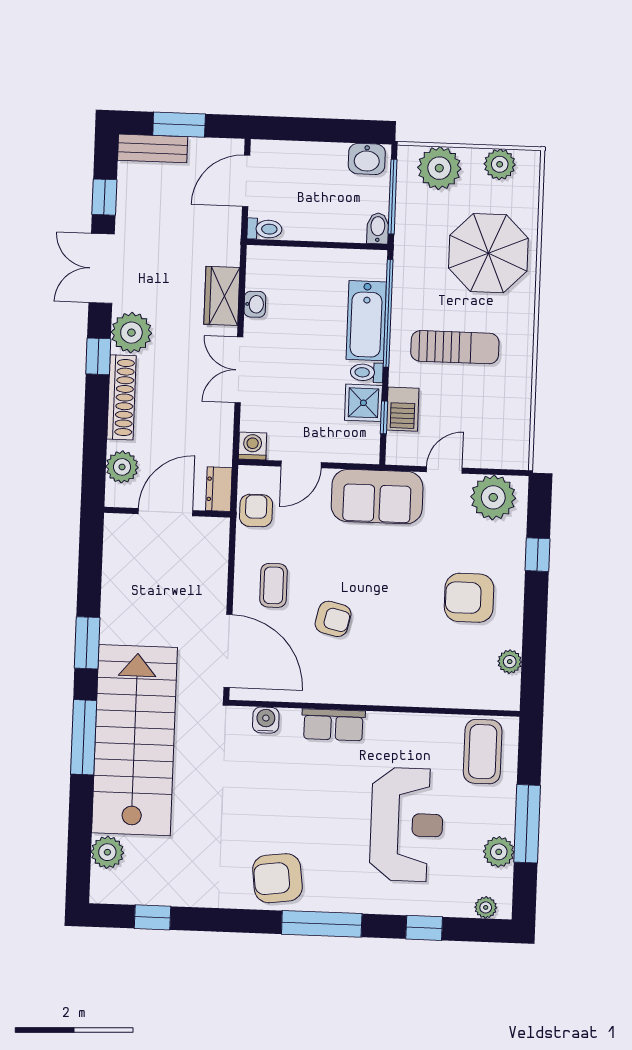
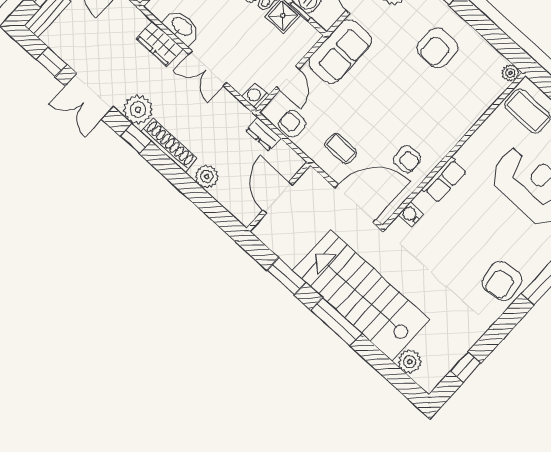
washbasin: (255, 304) -> (182, 27), width x1.91, depth x1.45
door: (165, 512) -> (278, 198), moved
wall: (167, 512) -> (278, 197), moved
armchair: (333, 619) -> (407, 159), moved, turned 77
plant: (510, 662) -> (510, 73), moved

